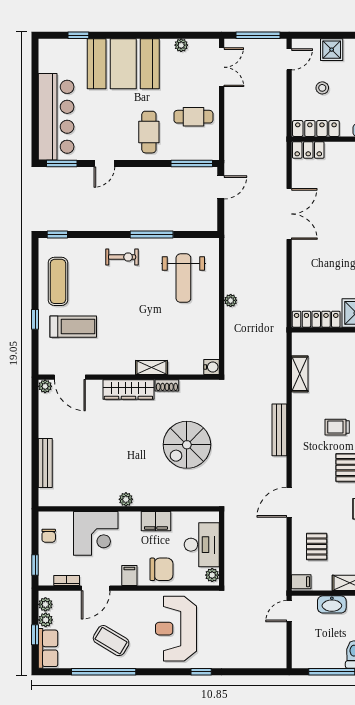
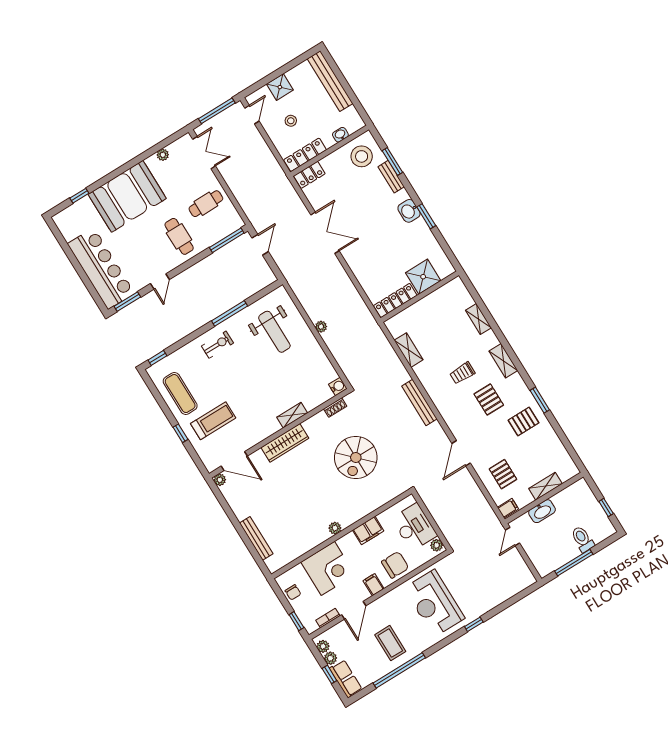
shoe rack: (167, 385) -> (335, 407), moved
coffee table: (111, 641) -> (390, 643), turned 59

